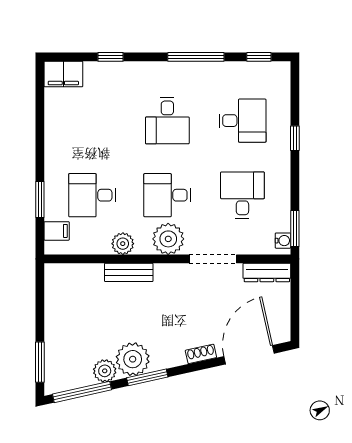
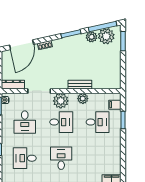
plant: (133, 359) -> (106, 36), moved

